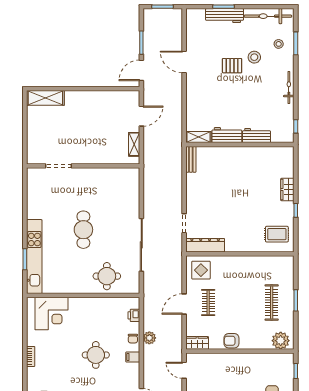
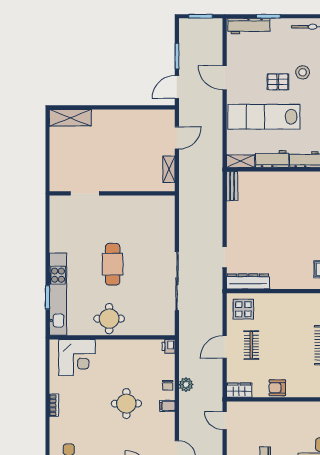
workbench: (225, 16) -> (249, 26), moved
lab bench: (219, 97) -> (264, 117), added
round table: (107, 276) -> (109, 319), moved
printer: (134, 315) -> (169, 346), moved

